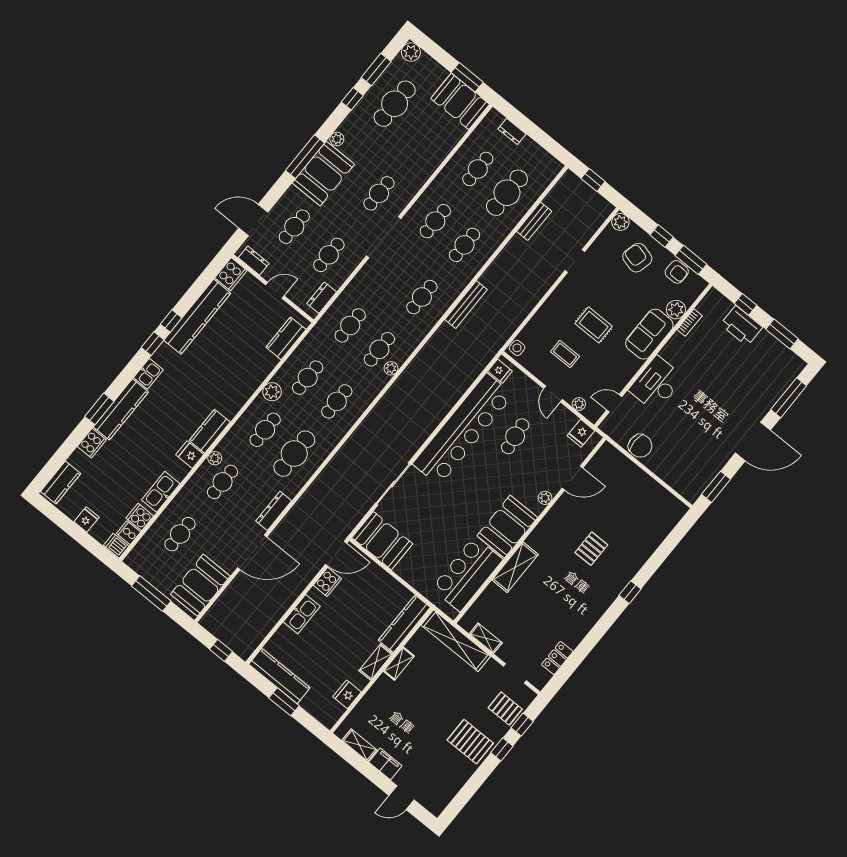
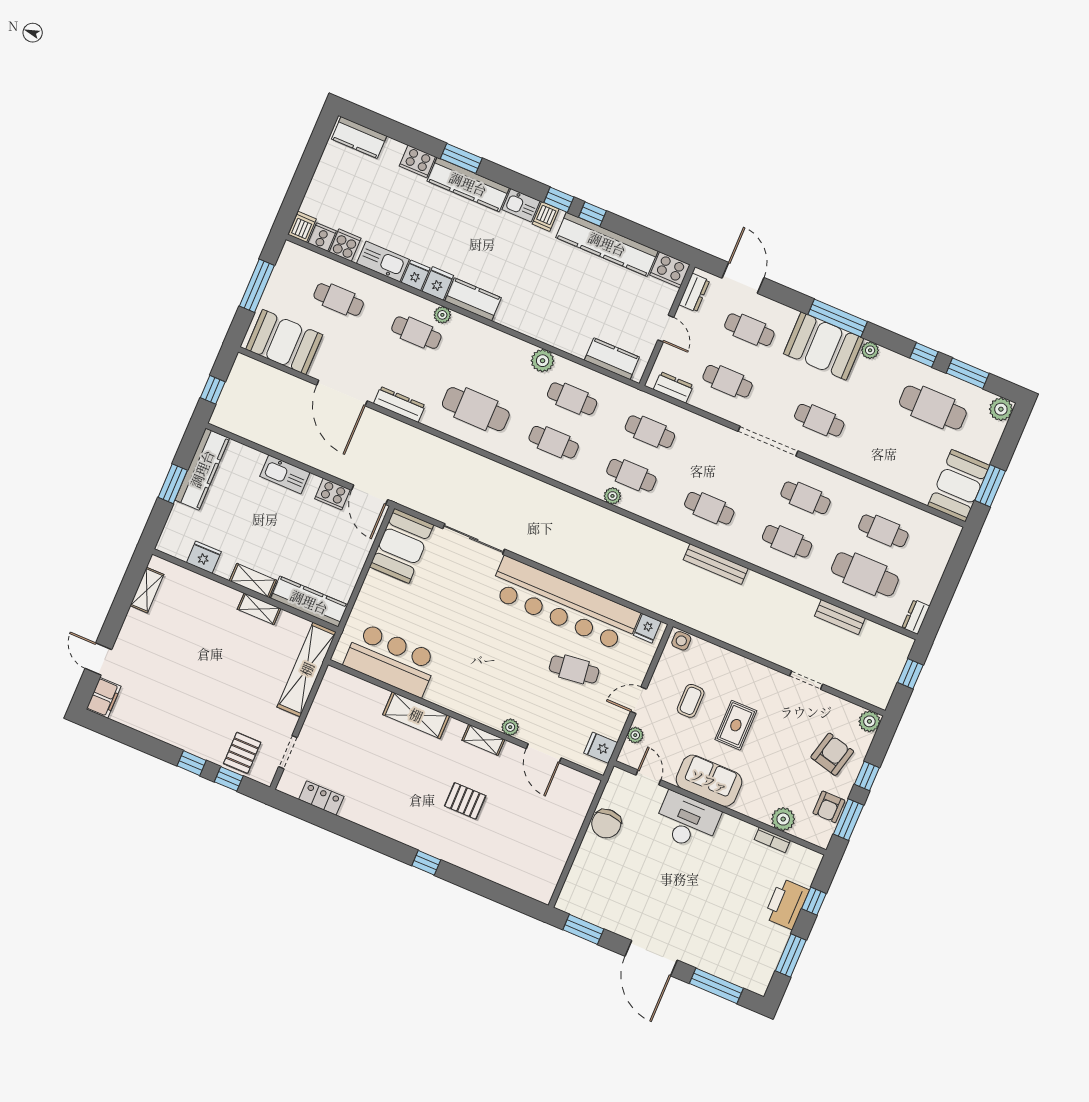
dresser: (512, 131) -> (916, 617), moved
sofa: (649, 334) -> (709, 781), moved
dishwasher: (162, 357) -> (546, 217), added
cafe table: (265, 430) -> (494, 366), removed
fridge: (87, 519) -> (416, 275), moved, turned -90
booth: (507, 527) -> (462, 692), removed
shelving: (486, 638) -> (483, 740), moved, turned 90
pallet: (470, 742) -> (190, 722), removed
filing cabinet: (385, 764) -> (104, 698), moved

